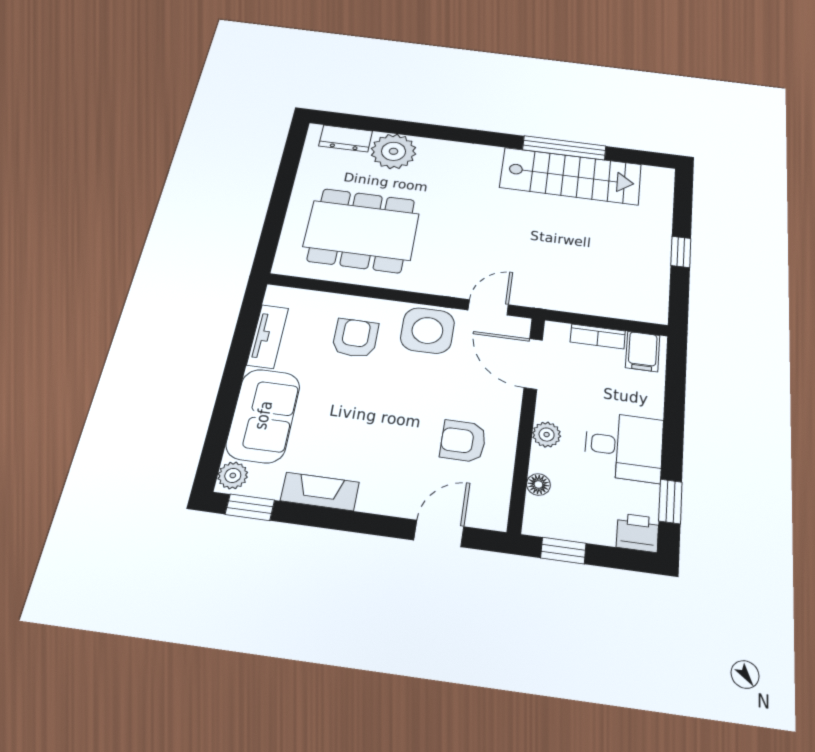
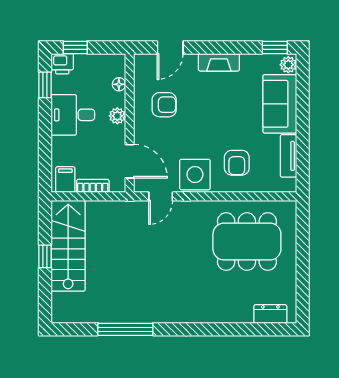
plant: (393, 151) -> (237, 308), removed
stairs: (571, 176) -> (68, 246), moved, turned 90
fireplace: (320, 491) -> (219, 62), moved
window: (563, 551) -> (75, 47), moved

